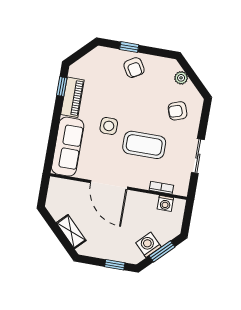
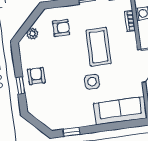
armchair: (134, 68) -> (36, 76), turned -59
piano: (72, 97) -> (78, 120), removed
armchair: (178, 111) -> (61, 28), turned -71

